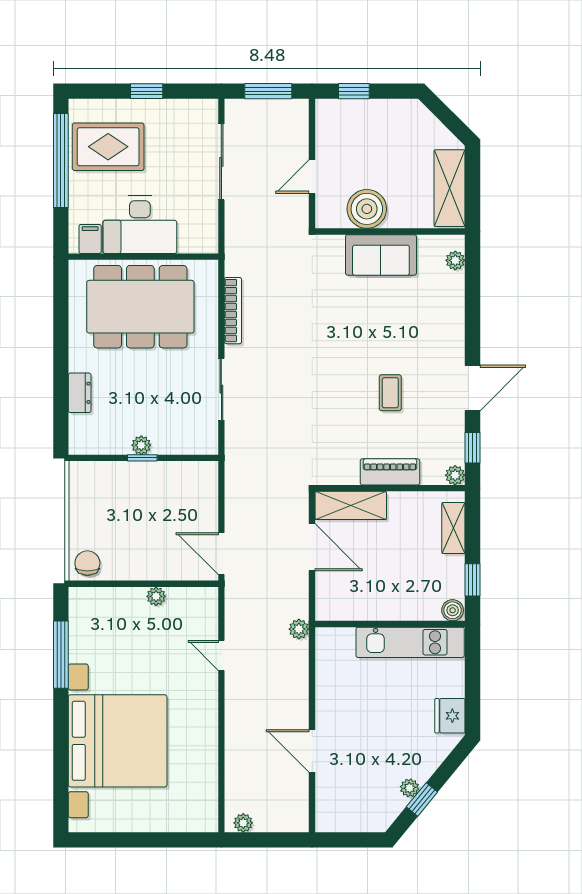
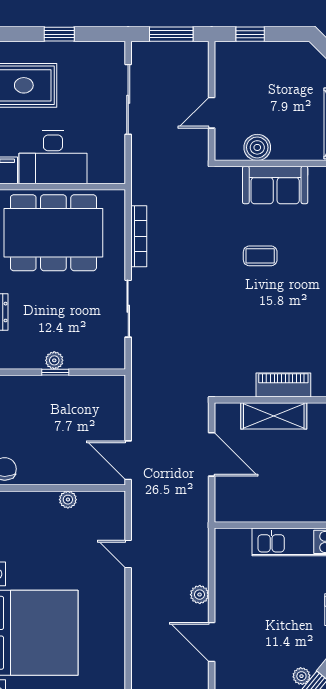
boiler: (367, 209) -> (257, 147), width x0.73, depth x0.73
coffee table: (390, 393) -> (260, 256), moved, turned 90
shelving: (351, 505) -> (274, 416), moved
plant: (299, 629) -> (200, 595), moved

